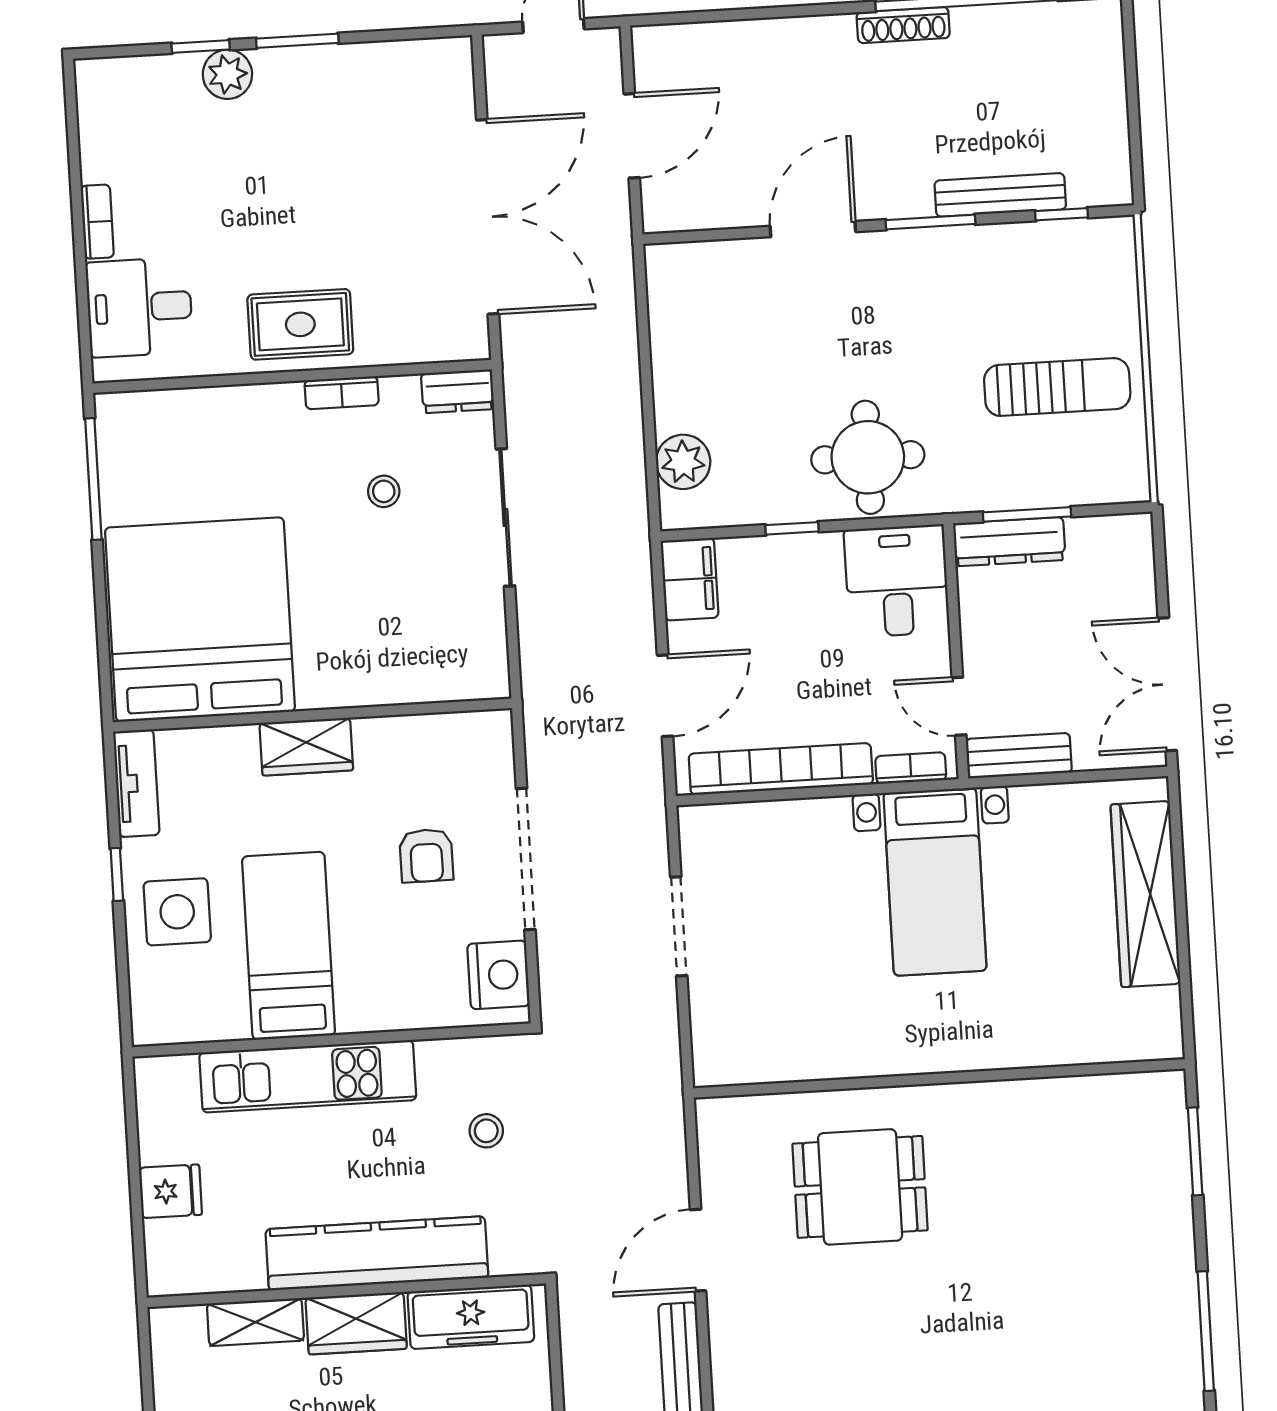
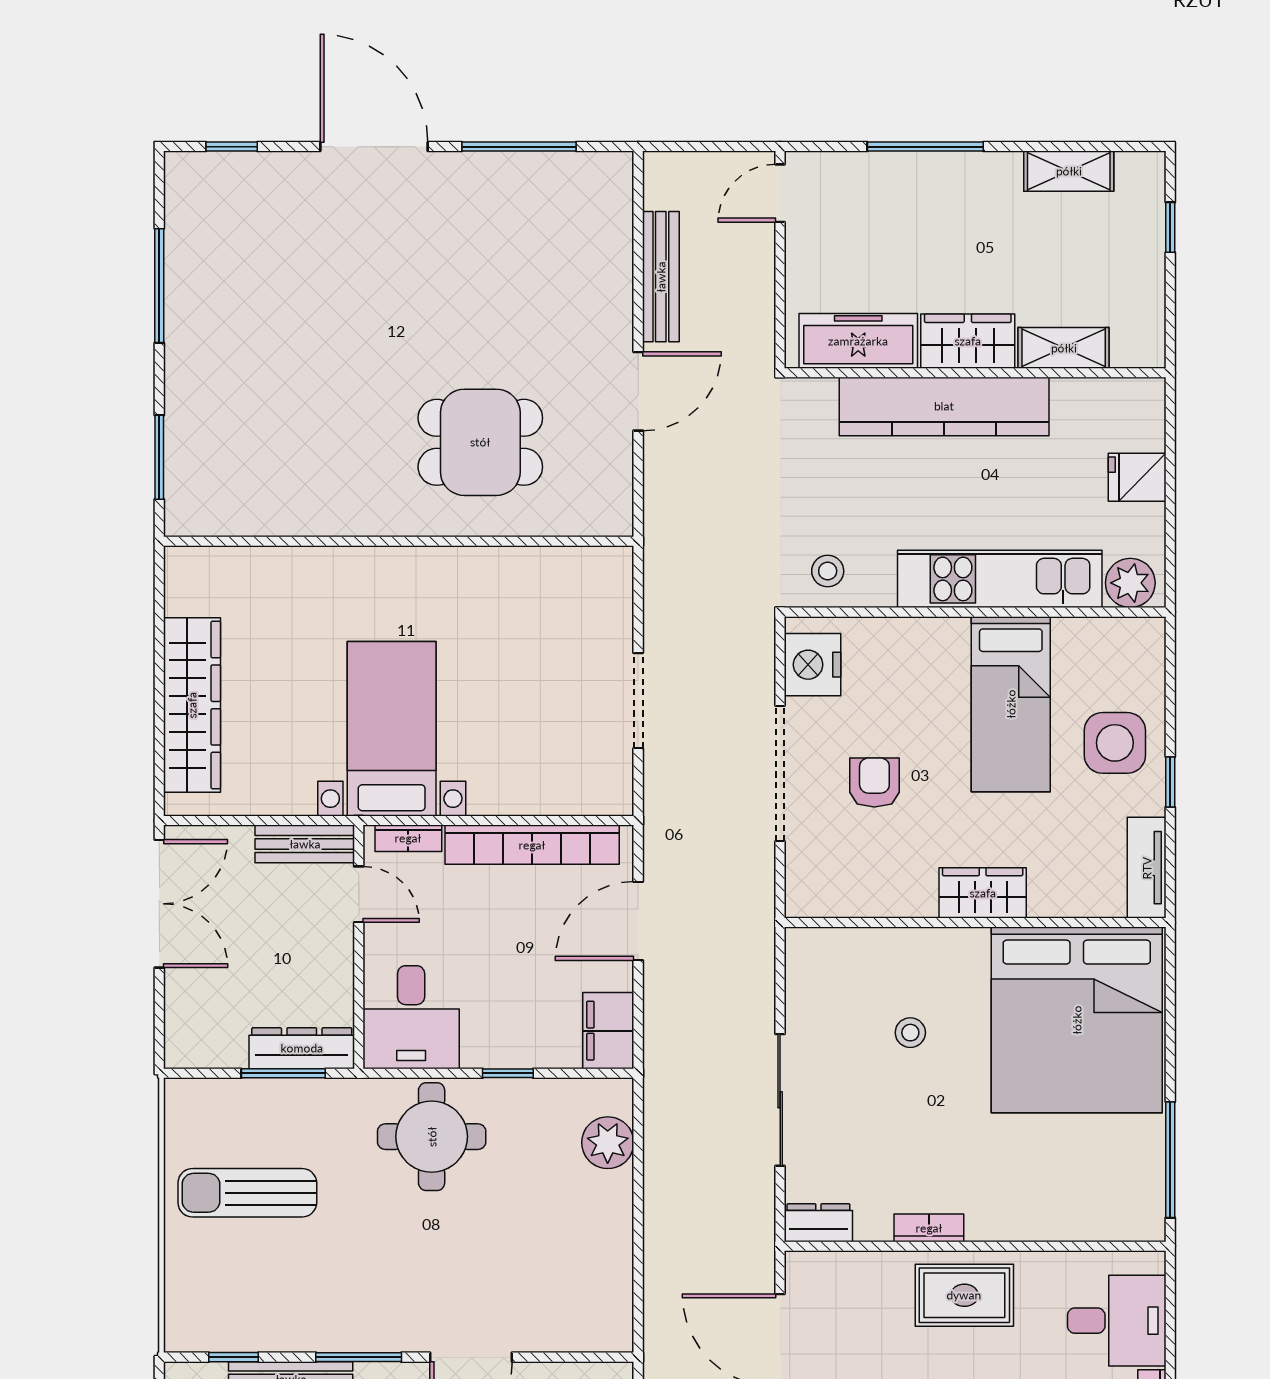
stool: (384, 491) -> (910, 1033), moved
plant: (171, 1080) -> (1130, 583), added
stool: (486, 1131) -> (828, 571), moved

